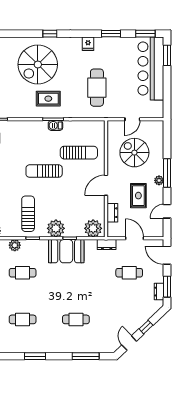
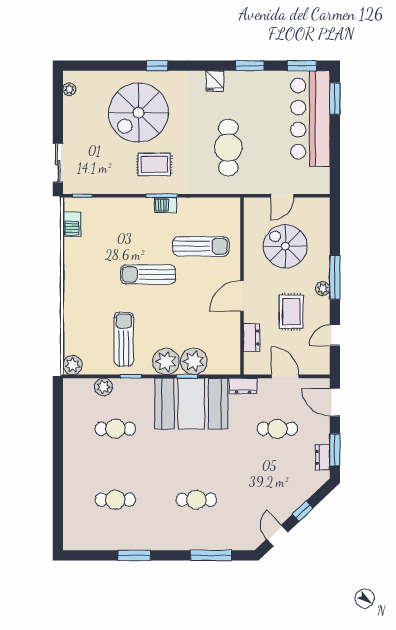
plant: (93, 228) -> (194, 361), moved
booth: (66, 251) -> (191, 404), width x1.36, depth x1.42

